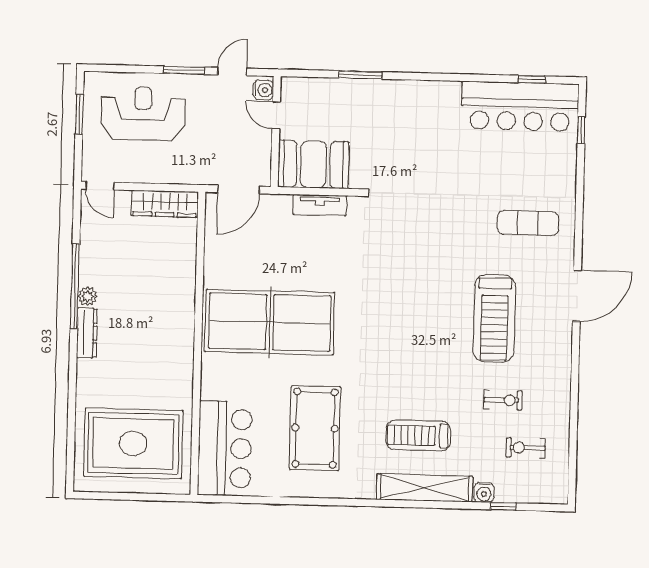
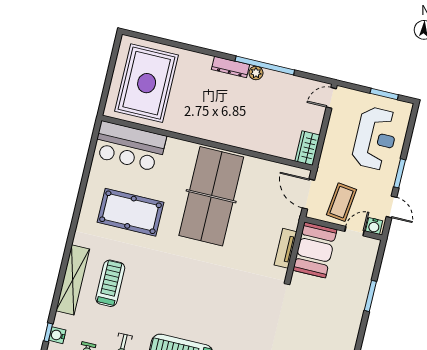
coffee table: (240, 142) -> (342, 202), added
wardrobe: (165, 204) -> (307, 148), width x0.67
water cooler: (484, 492) -> (57, 335), moved

